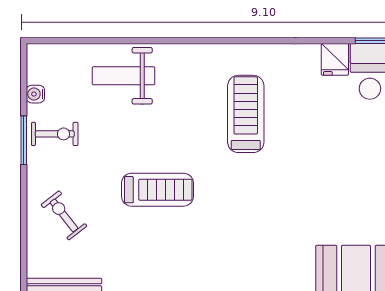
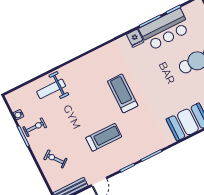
treadmill: (246, 114) -> (123, 93), moved
treadmill: (158, 190) -> (104, 137), moved

